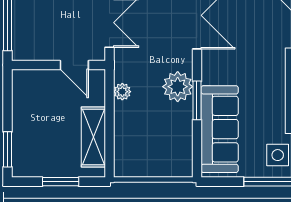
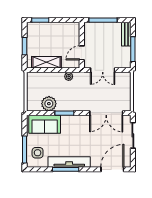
plant: (178, 87) -> (49, 104), moved
sofa: (220, 129) -> (45, 124), width x0.73

